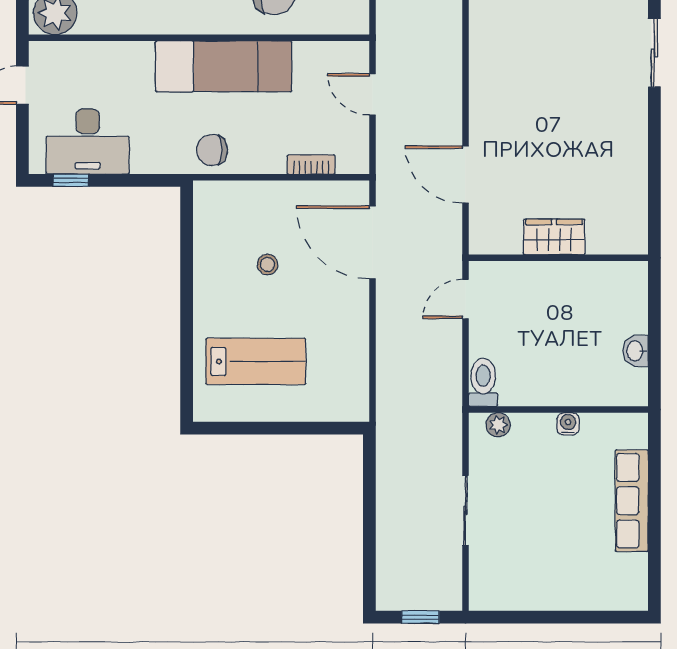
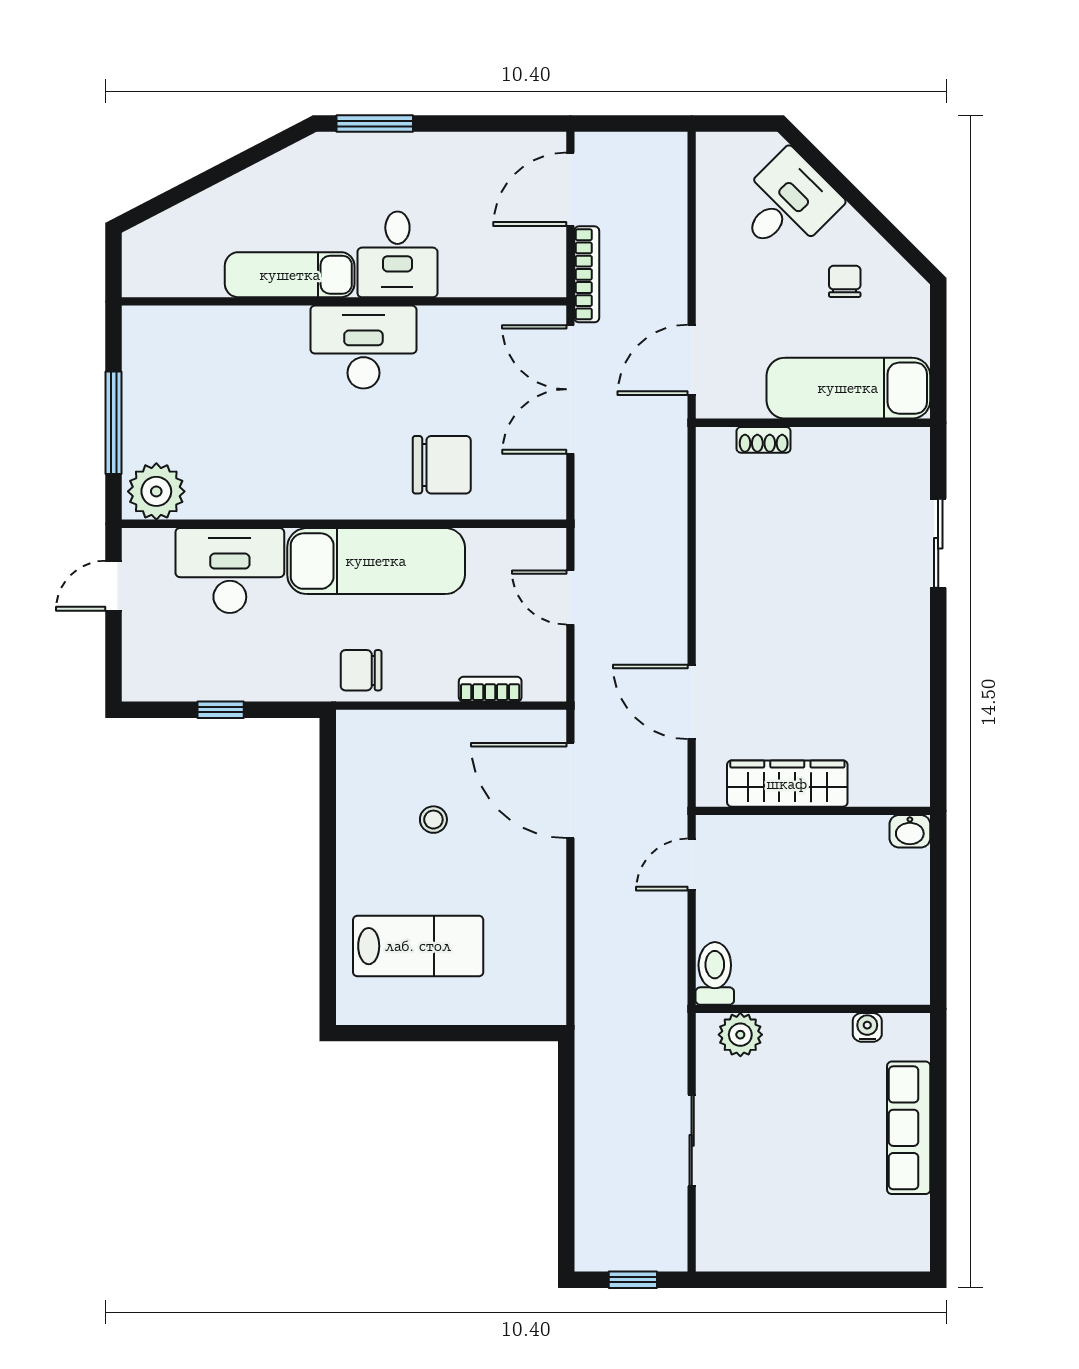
desk: (88, 141) -> (230, 570), moved, turned 180
window: (71, 180) -> (221, 710), moved
wardrobe: (554, 237) -> (787, 784), width x1.50
washbasin: (636, 351) -> (910, 831), moved, turned -90
water cooler: (568, 424) -> (867, 1027), moved
plant: (498, 425) -> (740, 1035), width x1.38, depth x1.38

